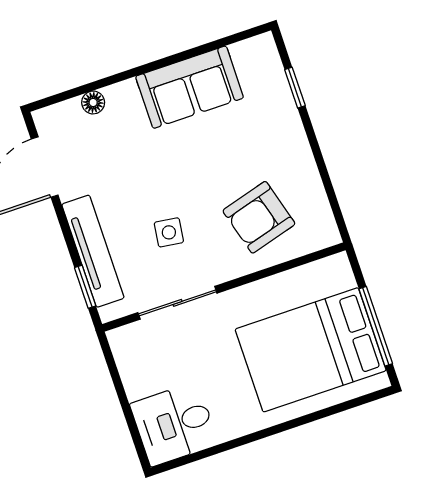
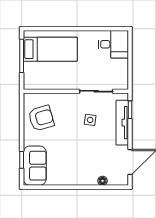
sofa: (190, 87) -> (35, 166), moved, turned 90
armchair: (259, 217) -> (41, 118), moved
bed: (311, 350) -> (50, 49), width x0.67

